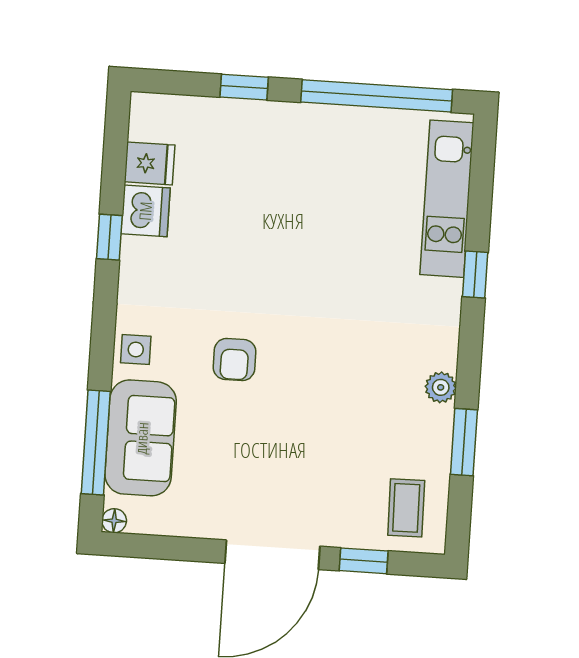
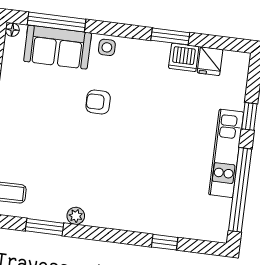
kitchen unit: (447, 199) -> (226, 153), moved, turned -90
window: (109, 237) -> (170, 36), width x1.50
window: (475, 275) -> (165, 242), moved

